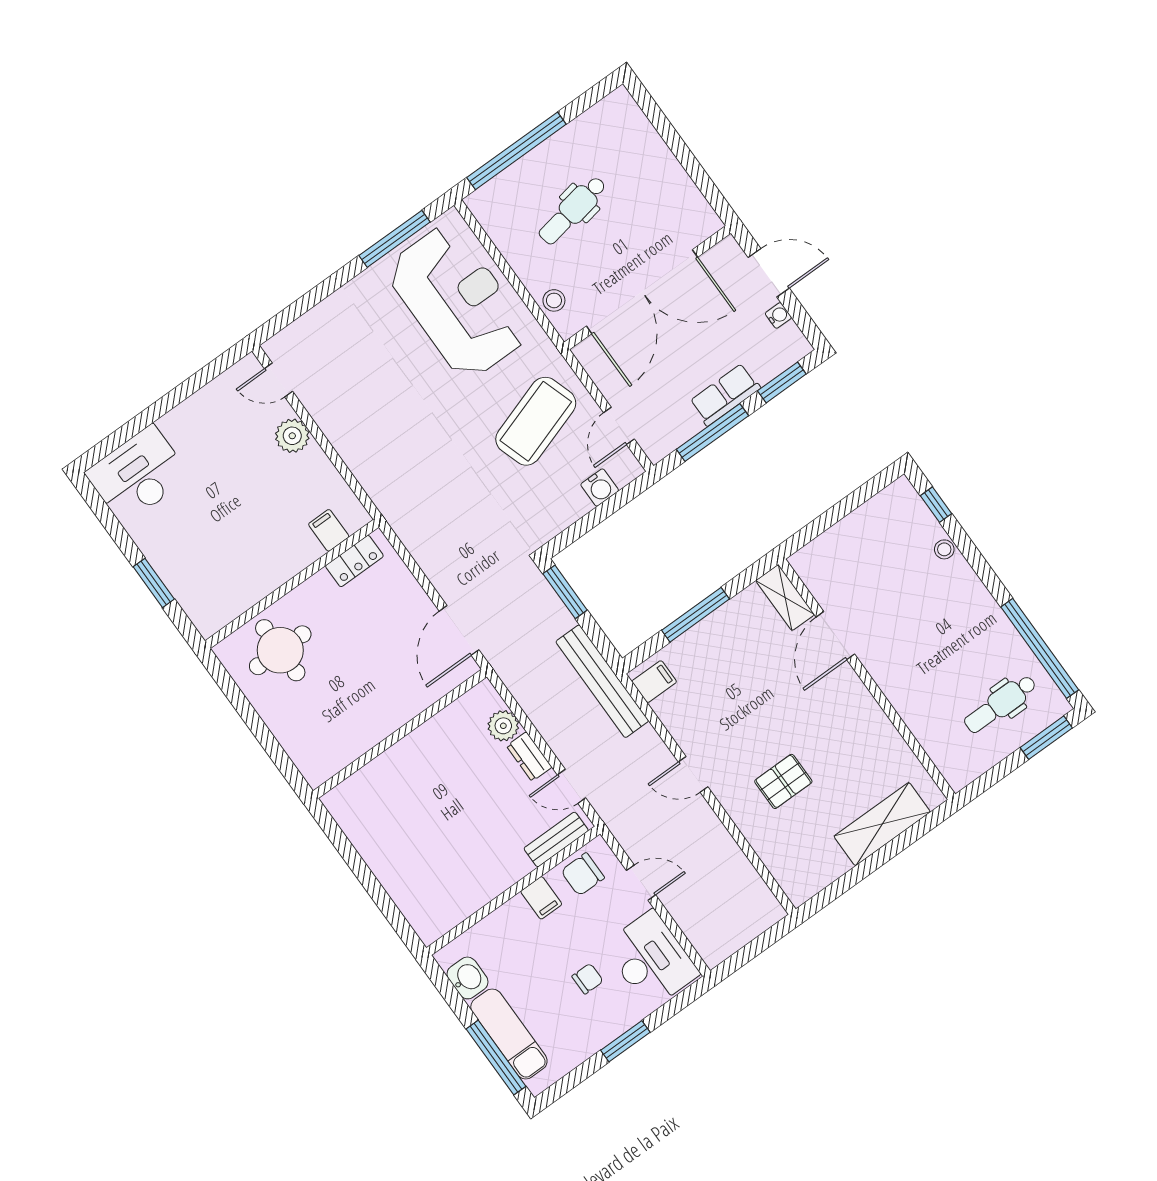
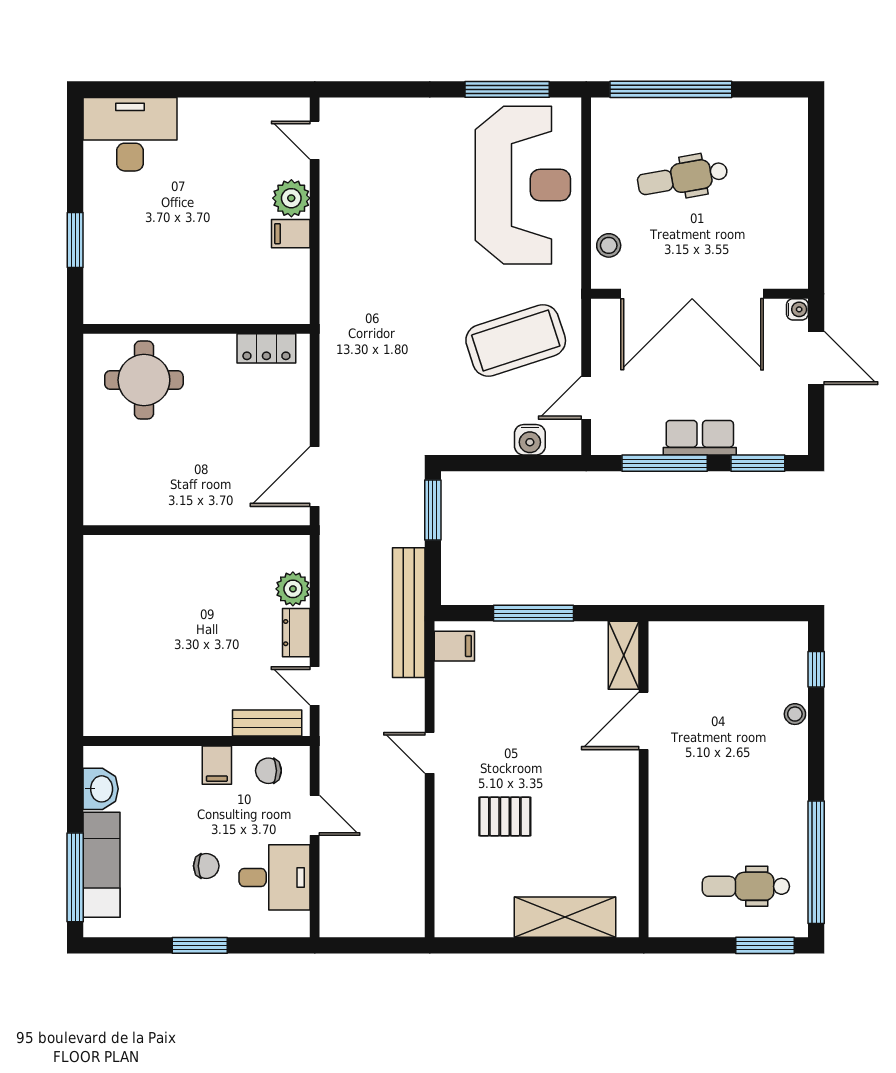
water cooler: (778, 315) -> (797, 309), moved
filing cabinet: (329, 530) -> (291, 234), moved, turned -90
chair: (583, 874) -> (268, 771), width x0.73, depth x0.73
desk: (651, 960) -> (275, 877), width x0.73

